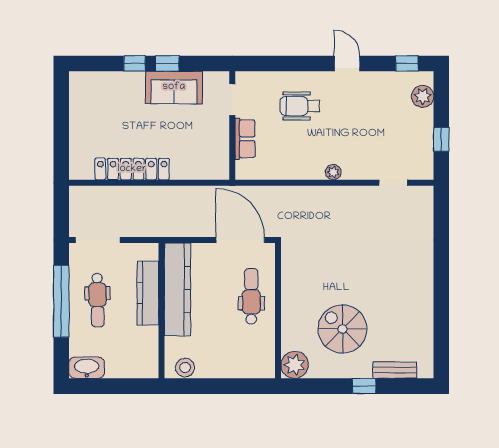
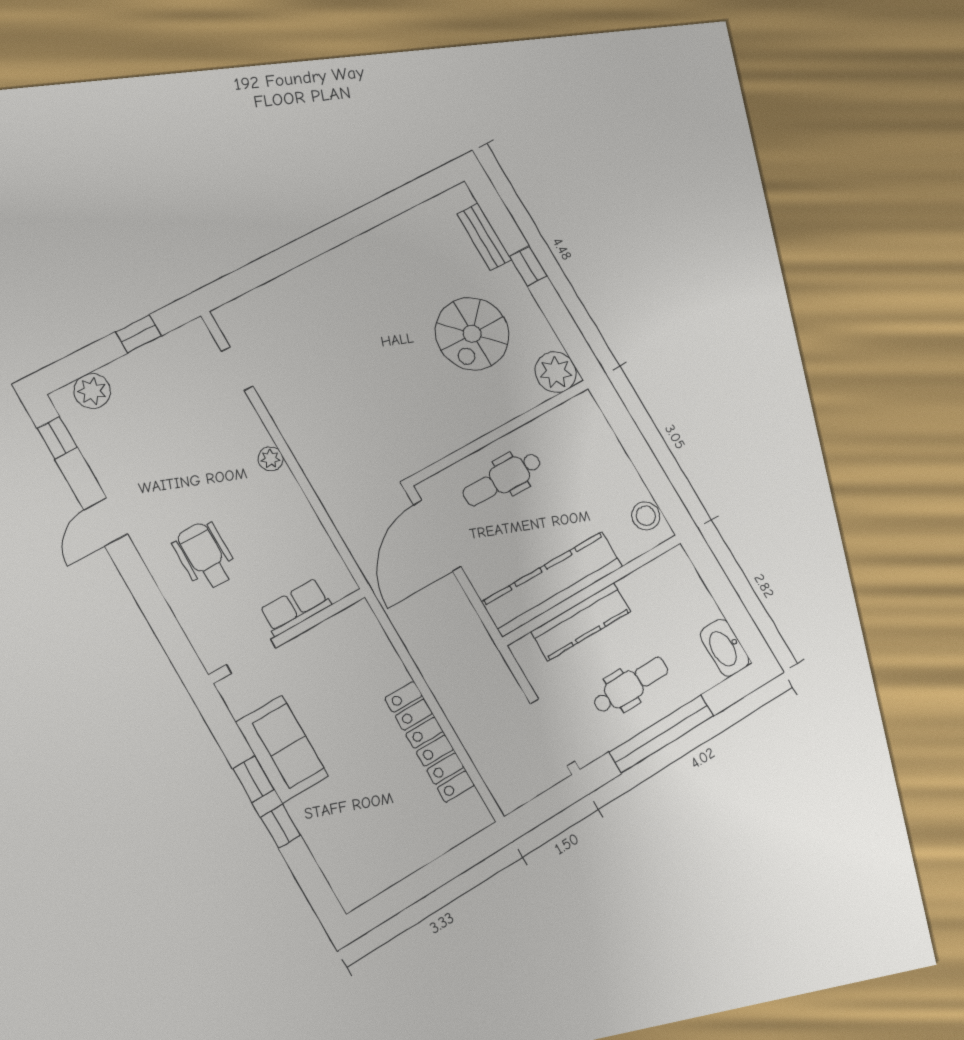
wheelchair: (300, 106) -> (205, 556), turned 180

